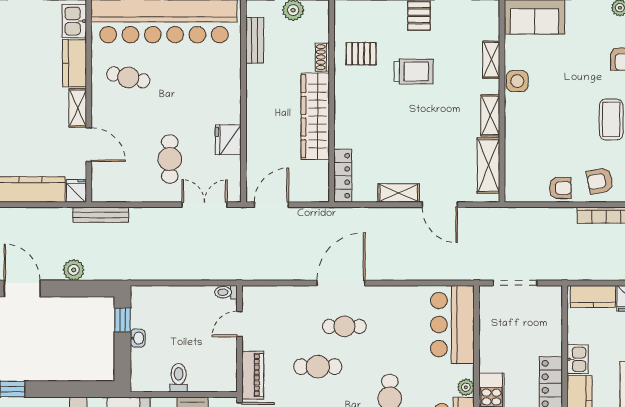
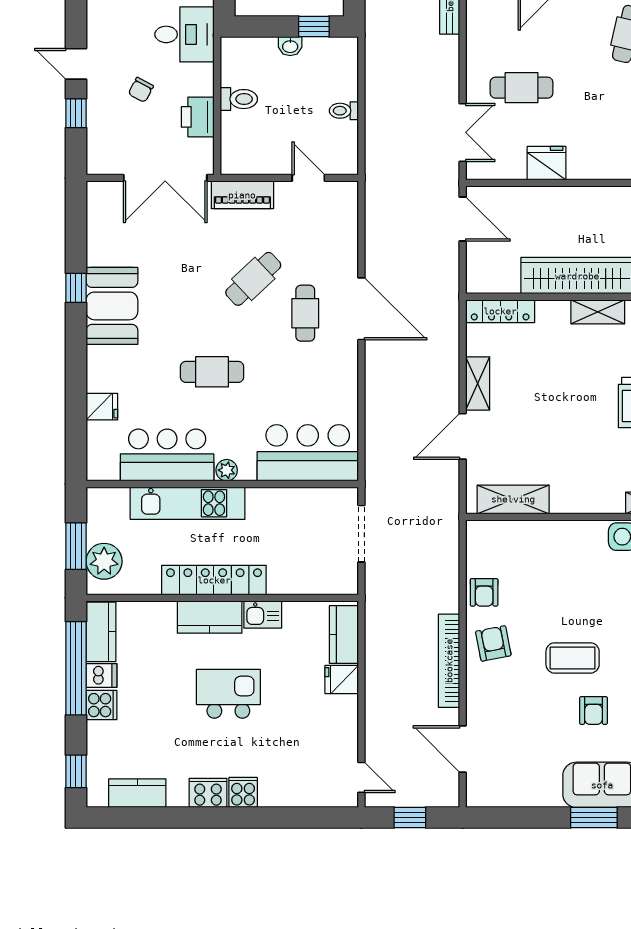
shelving: (490, 115) -> (598, 312), moved
toilet: (226, 292) -> (344, 111), moved, turned -90
cafe table: (318, 367) -> (253, 279), turned 47

